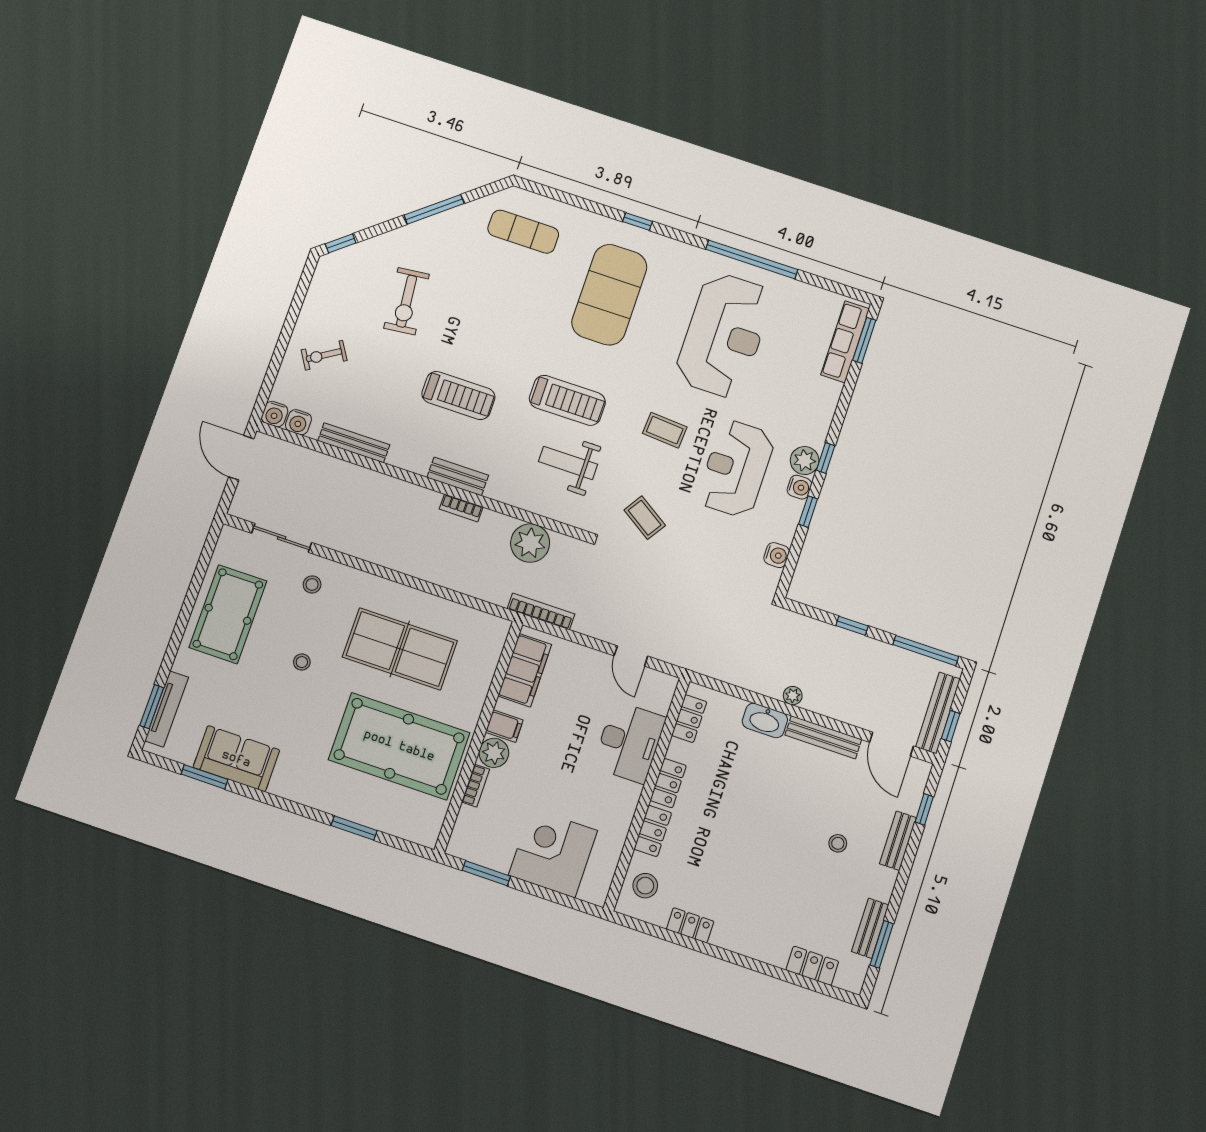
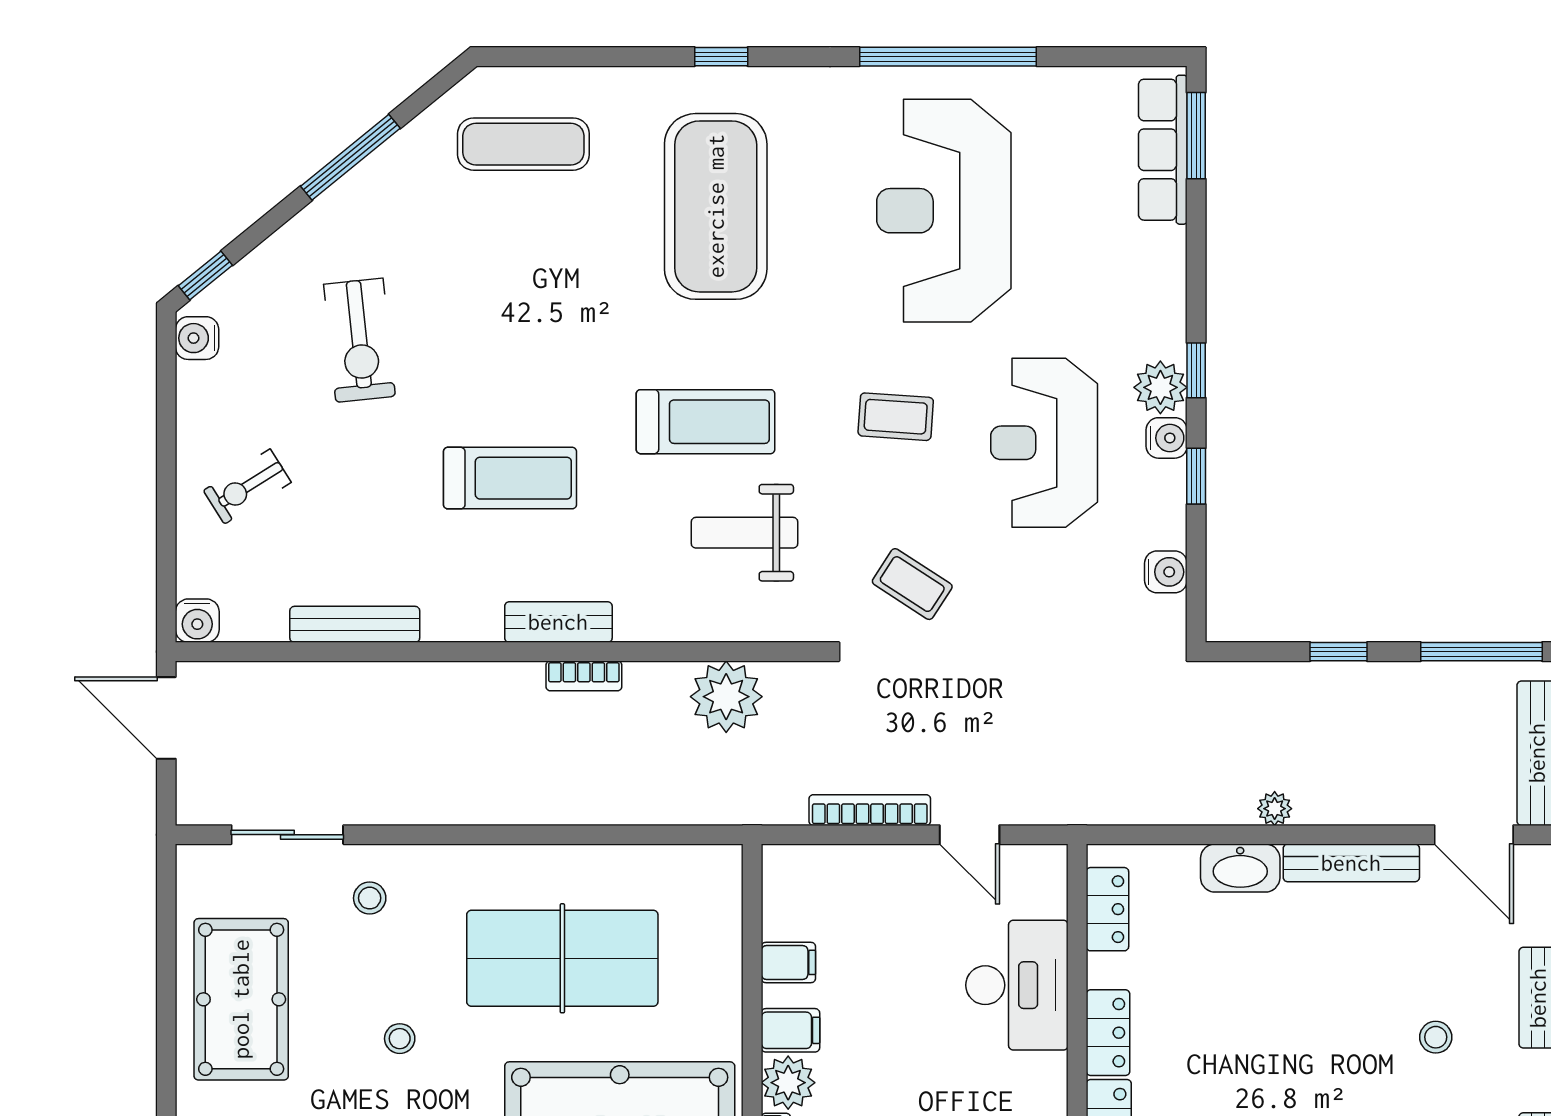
reception desk: (724, 335) -> (944, 211), turned 180
water cooler: (298, 422) -> (197, 338), moved, turned 90
bookcase: (541, 611) -> (870, 810), moved
filing cabinet: (525, 670) -> (788, 962), width x0.33, depth x0.86

